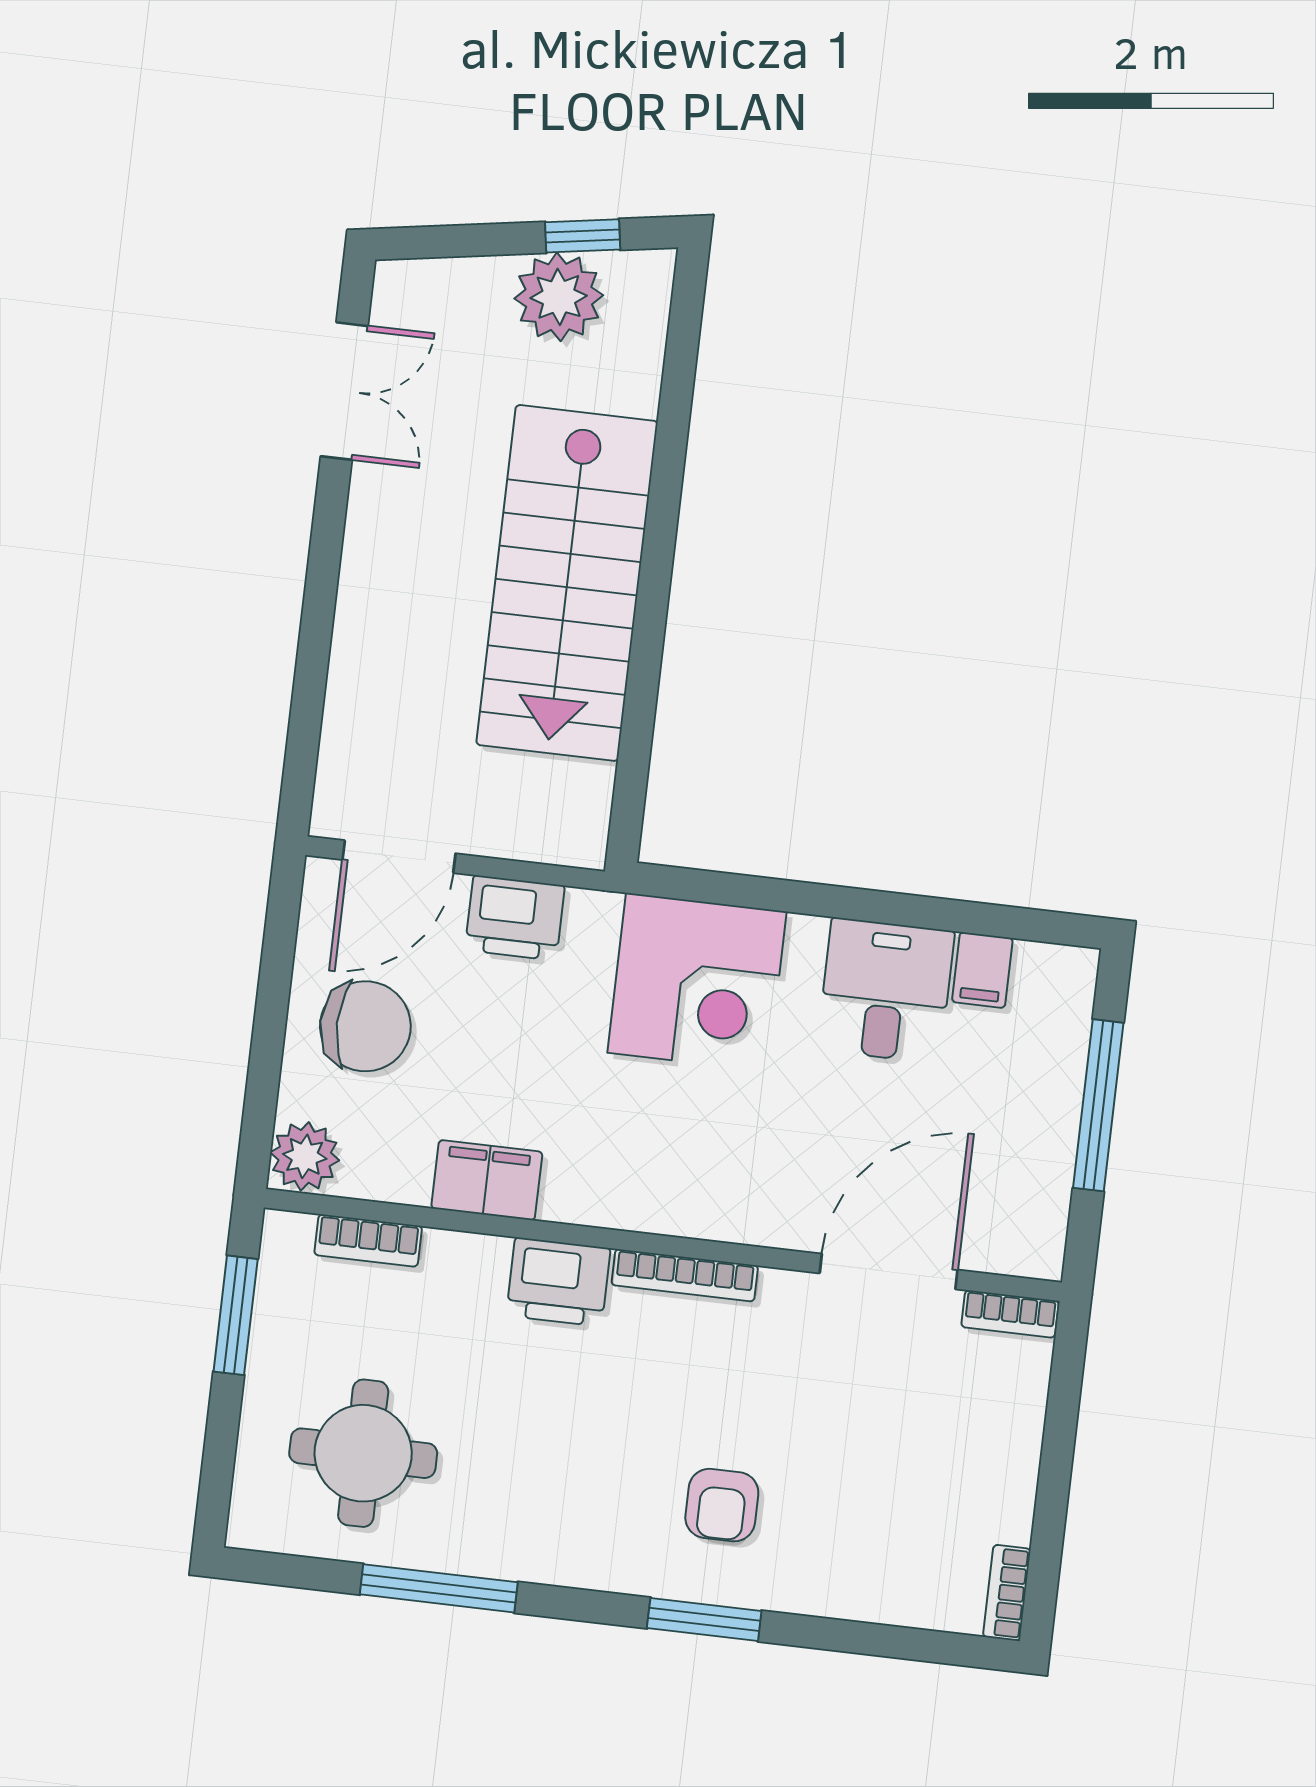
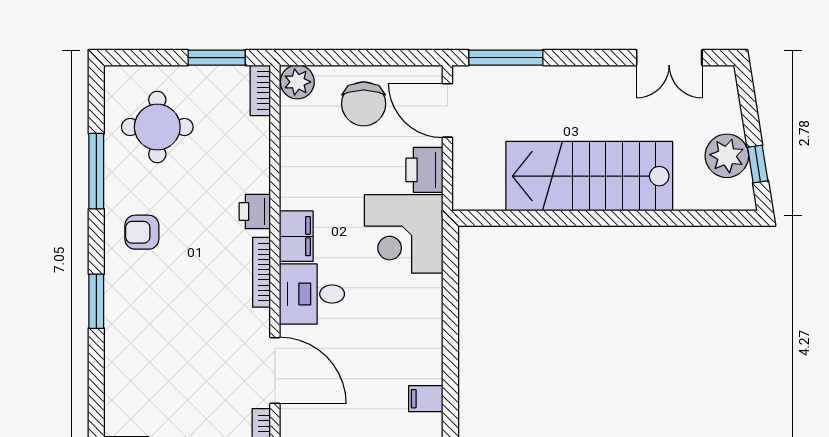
window: (305, 725) -> (506, 58), added
corner desk: (697, 982) -> (404, 234), moved
desk: (886, 990) -> (312, 294), moved, turned 180
filing cabinet: (487, 1180) -> (296, 236), moved
bookcase: (368, 1241) -> (260, 90), moved
printer: (558, 1282) -> (255, 212), width x0.73, depth x0.81
armchair: (722, 1505) -> (142, 232), moved

